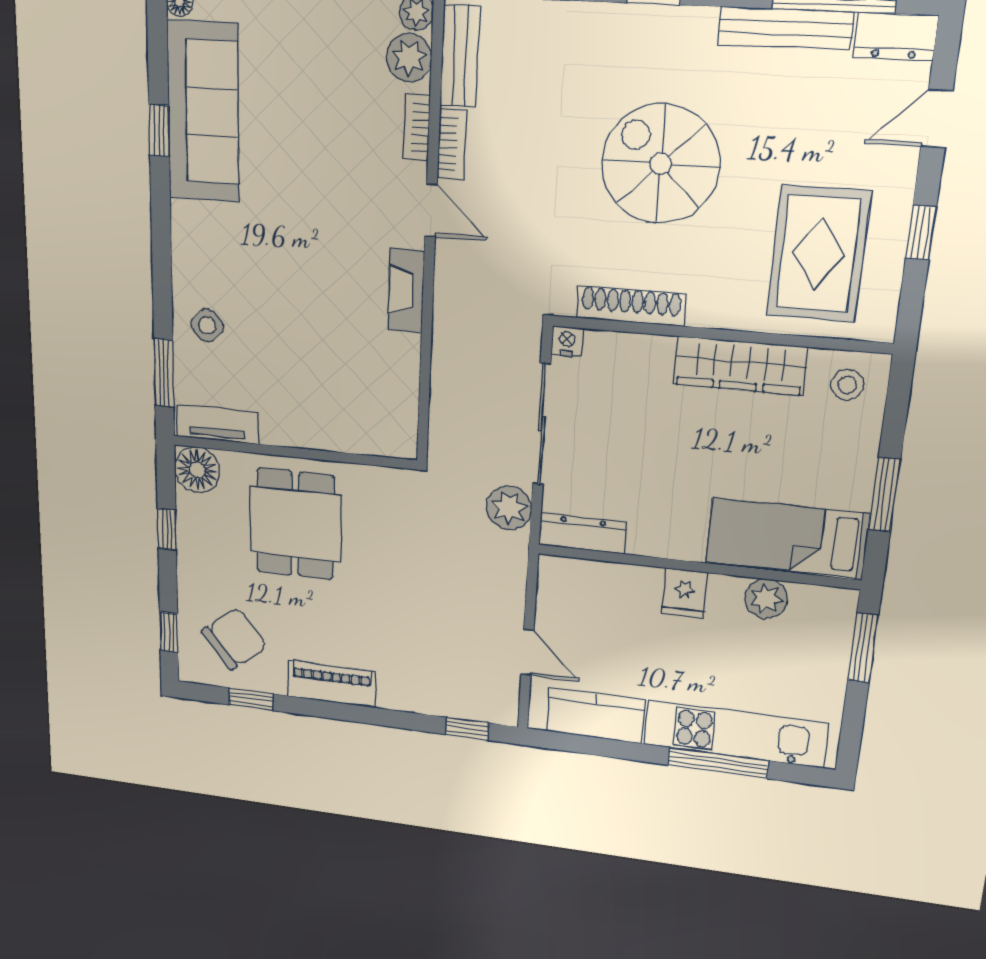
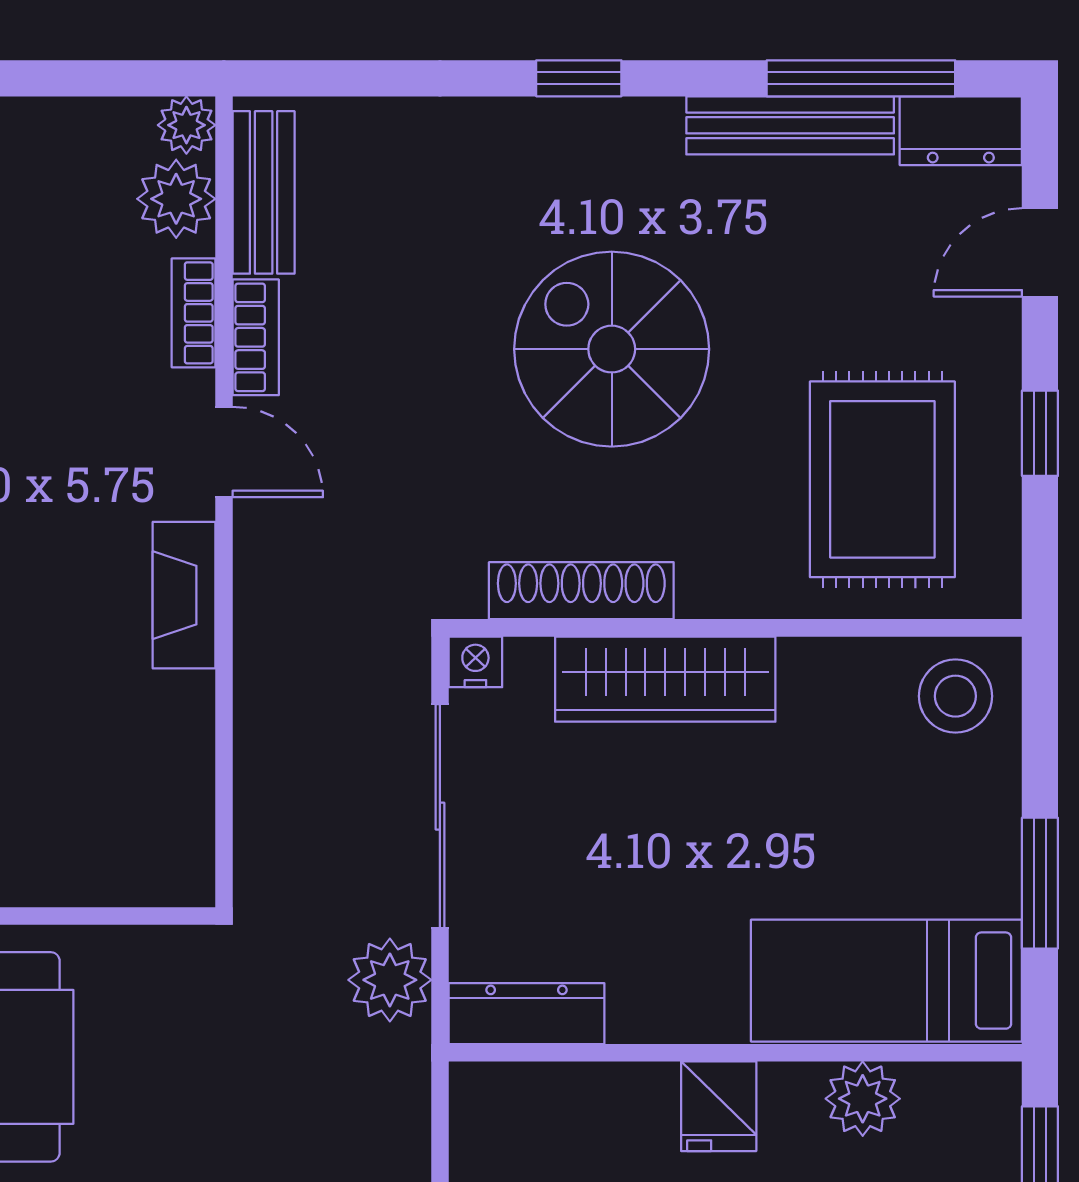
wardrobe: (740, 366) -> (665, 679), moved
stool: (847, 385) -> (955, 696), width x1.37, depth x1.37

